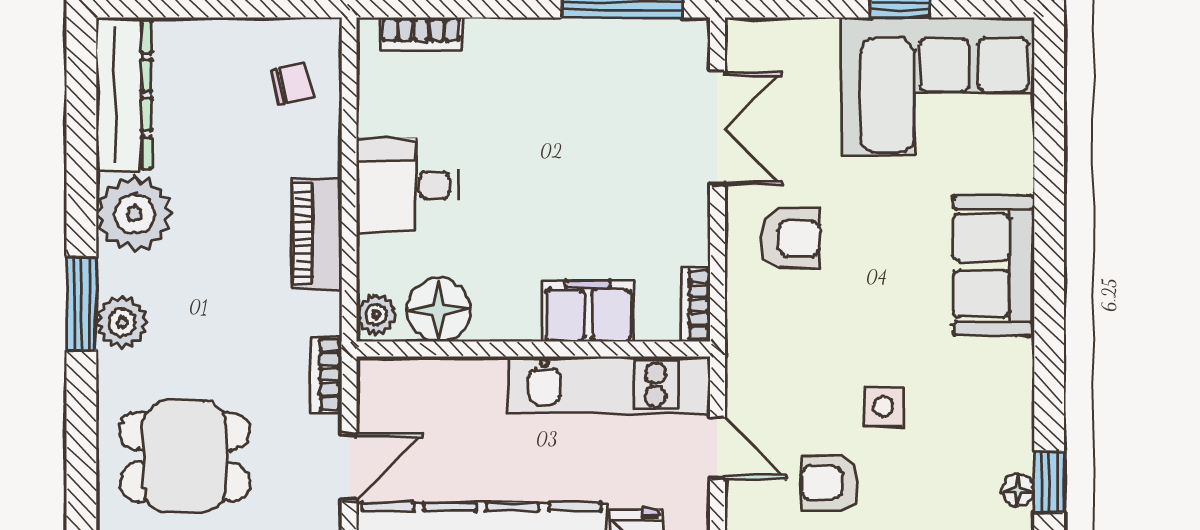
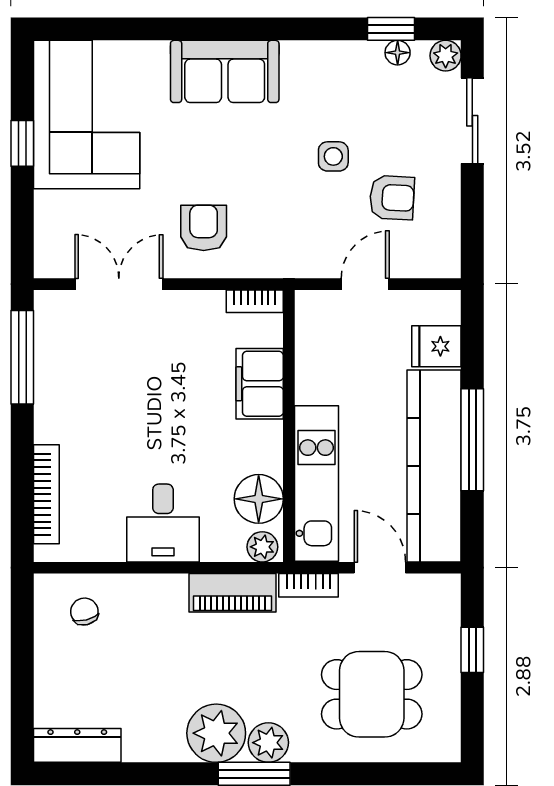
bookcase: (421, 34) -> (46, 494), width x1.56
dresser: (124, 95) -> (77, 745), width x0.73, depth x0.80
plant: (134, 214) -> (216, 733), moved
piano: (317, 234) -> (232, 593), moved
kitchen unit: (609, 385) -> (317, 483), moved
dining table: (185, 457) -> (372, 694), turned 90
armchair: (830, 483) -> (392, 198), turned -87

